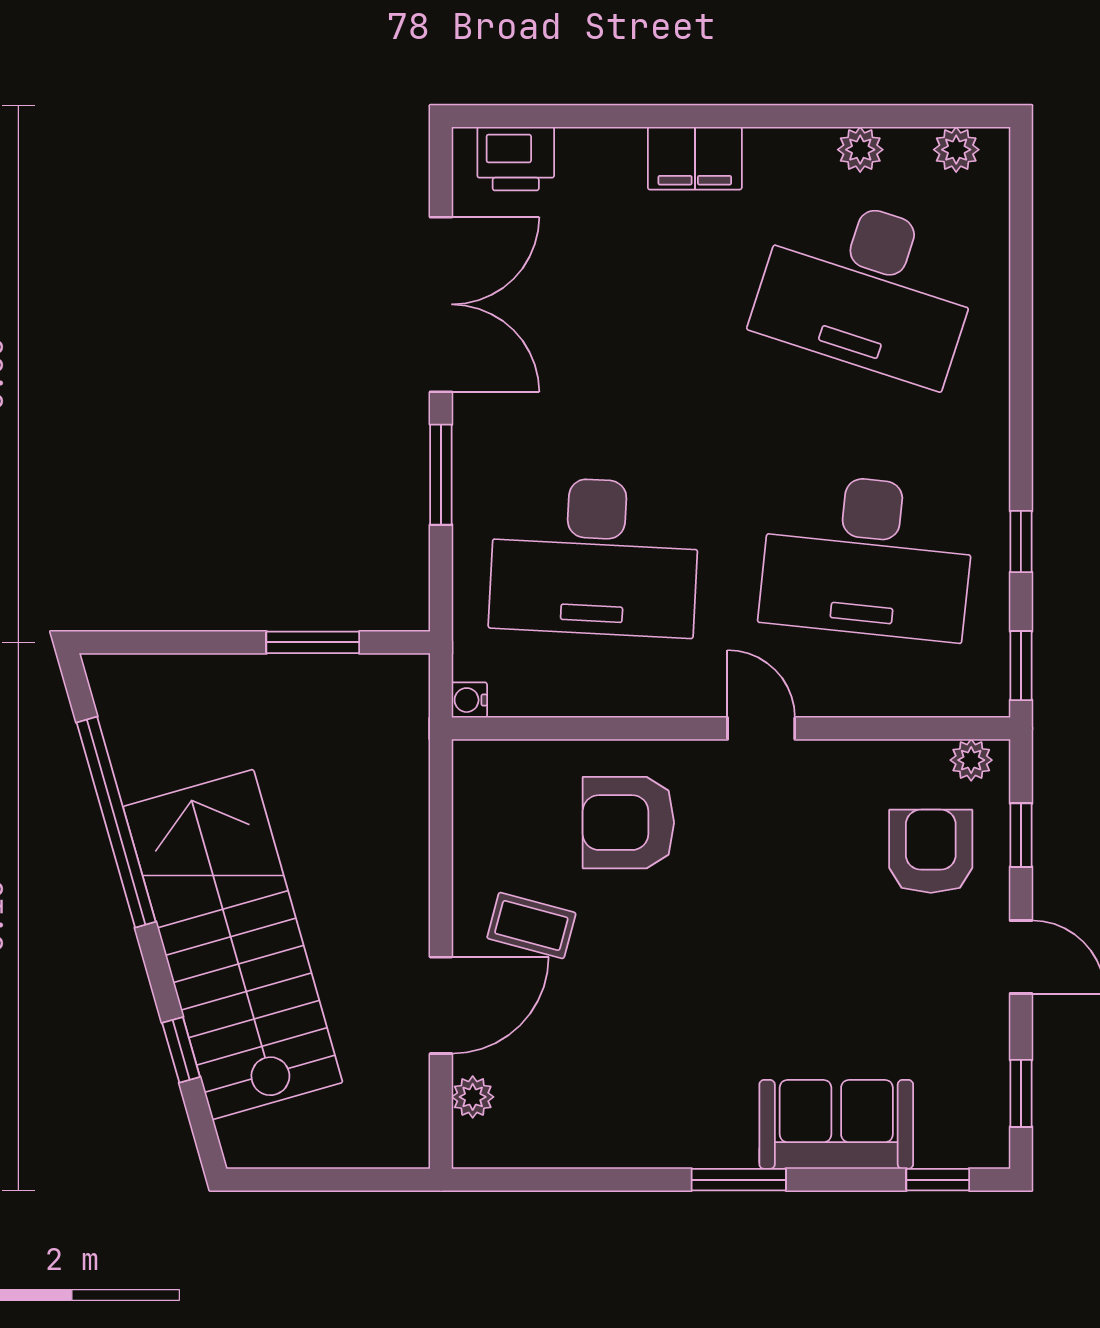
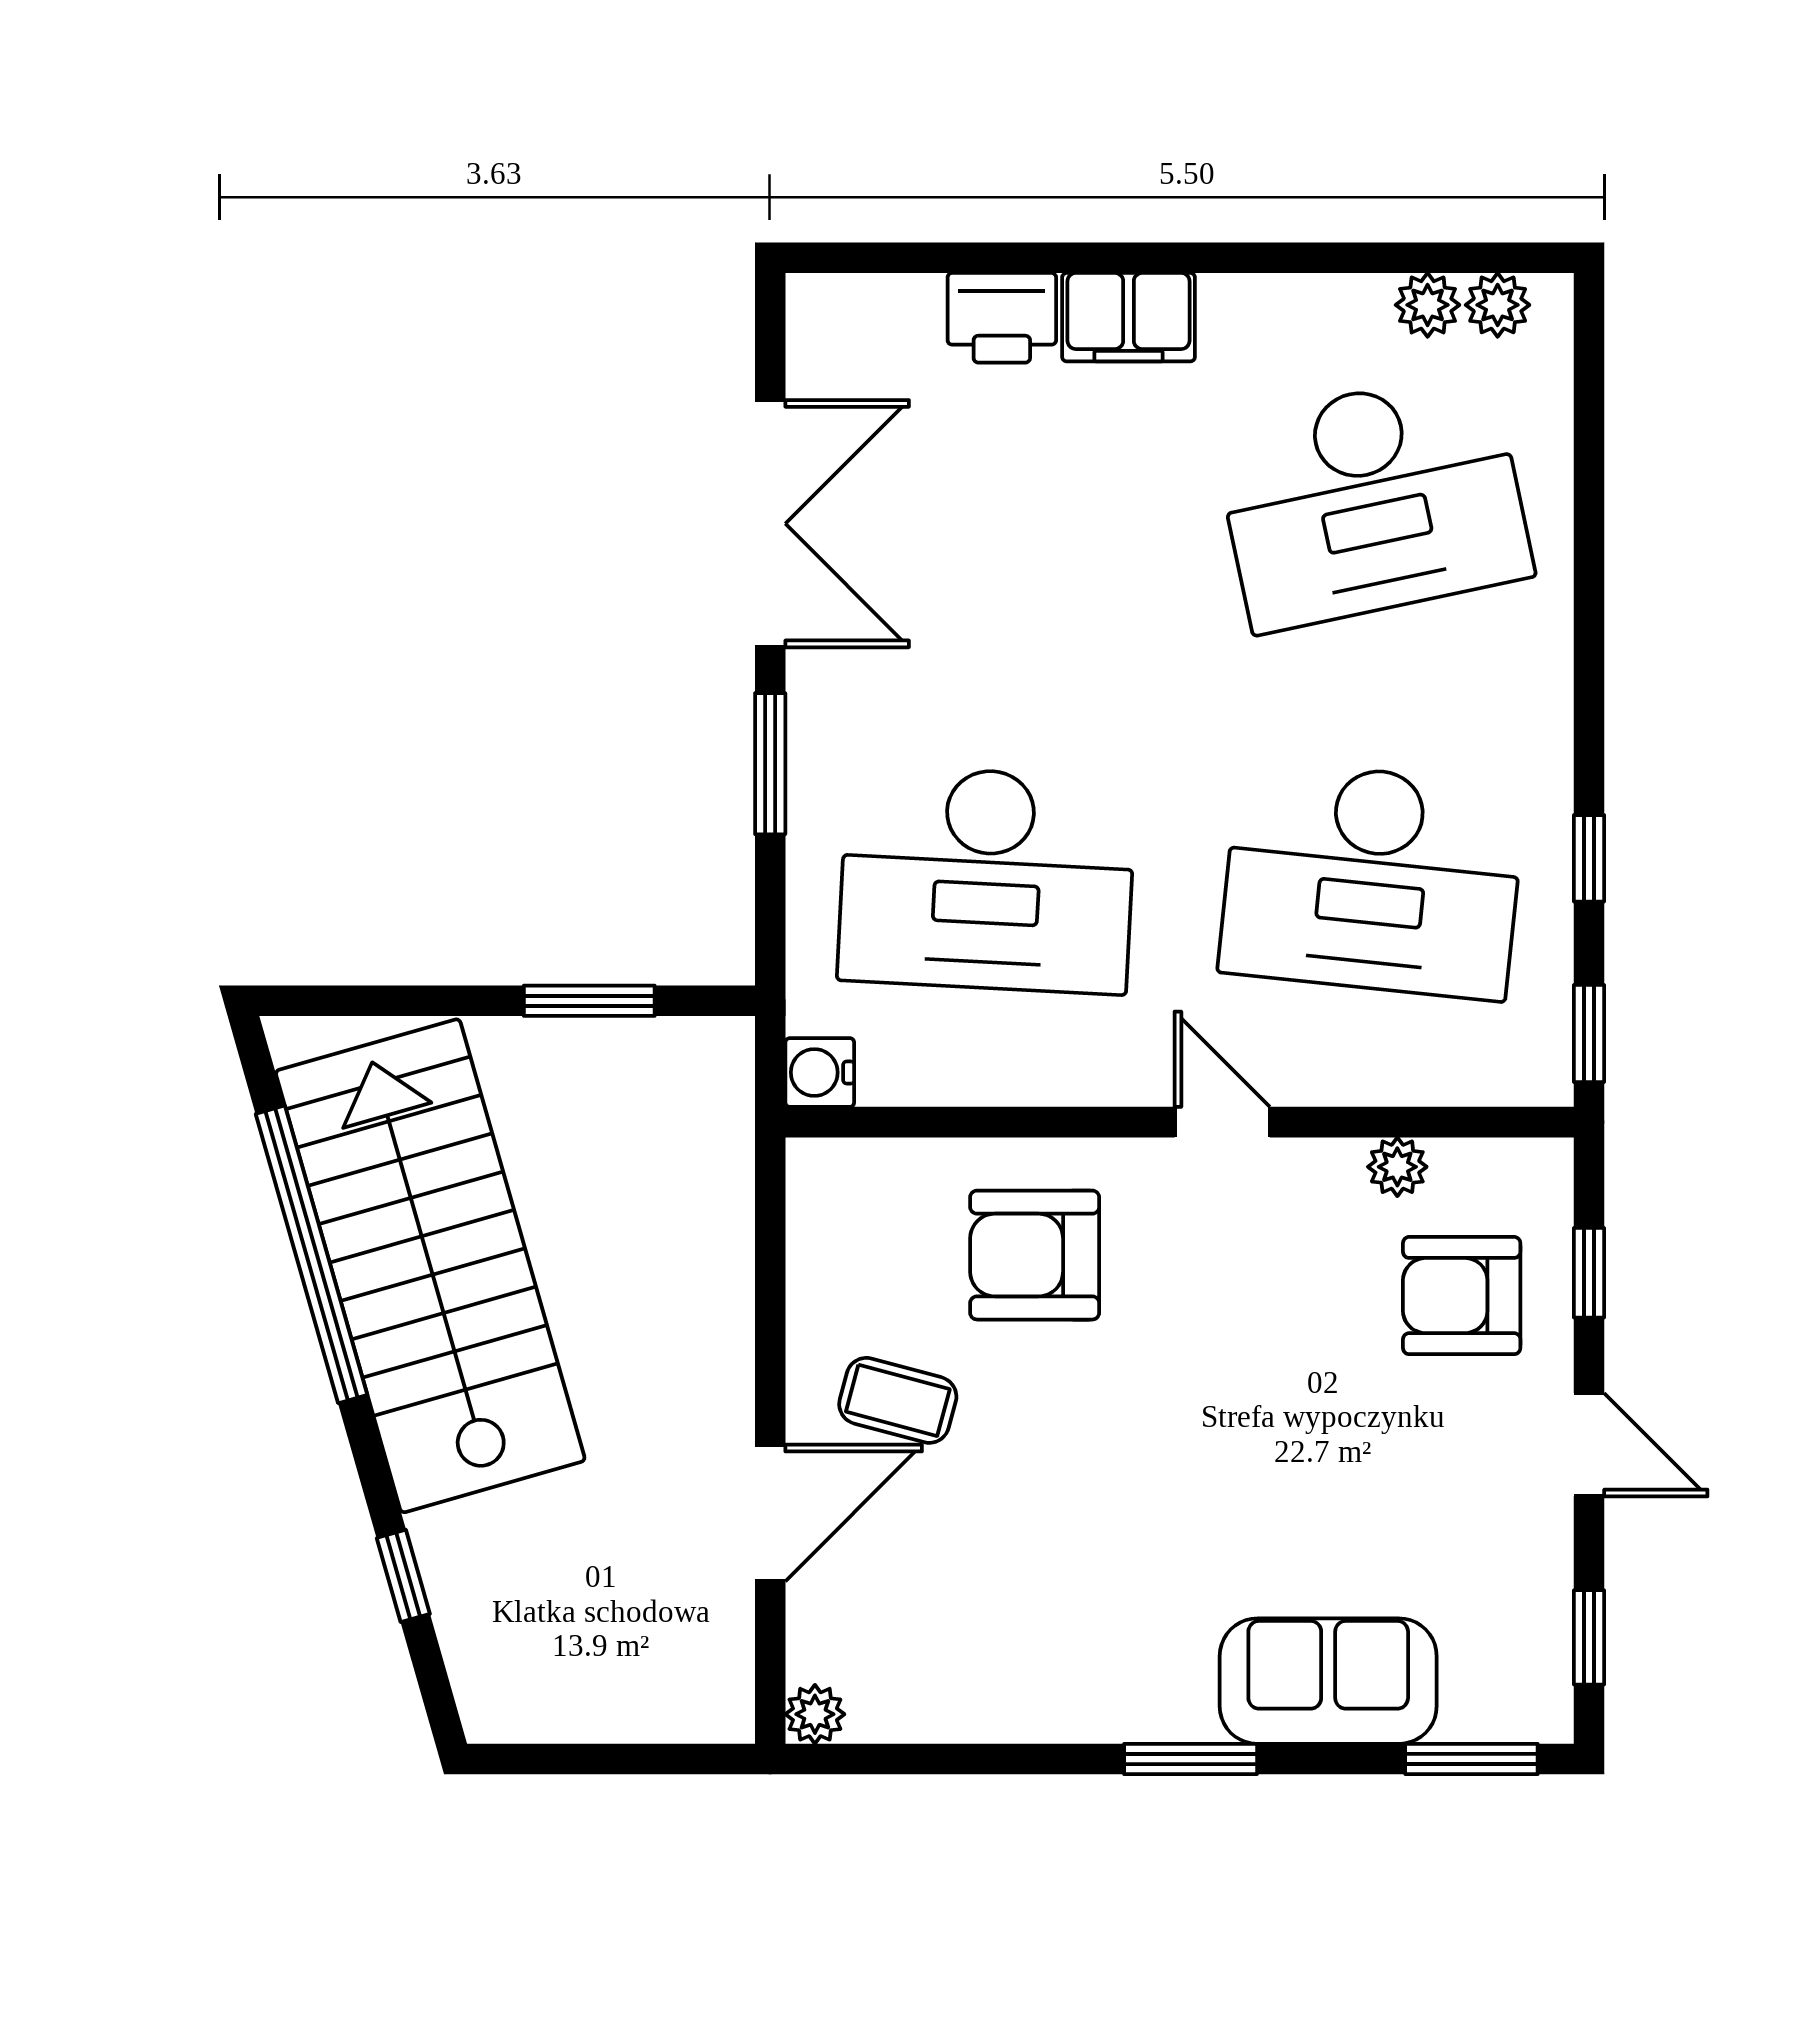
plant: (860, 150) -> (1428, 305), moved
printer: (516, 159) -> (1002, 318), moved
desk: (867, 288) -> (1372, 500), turned -30
water cooler: (469, 700) -> (820, 1072), width x1.38, depth x1.38
plant: (971, 760) -> (1397, 1167), moved
armchair: (931, 851) -> (1462, 1296), turned -90
stairs: (233, 945) -> (430, 1266), moved
plant: (473, 1097) -> (815, 1714), moved
window: (938, 1180) -> (1471, 1759), width x1.50

